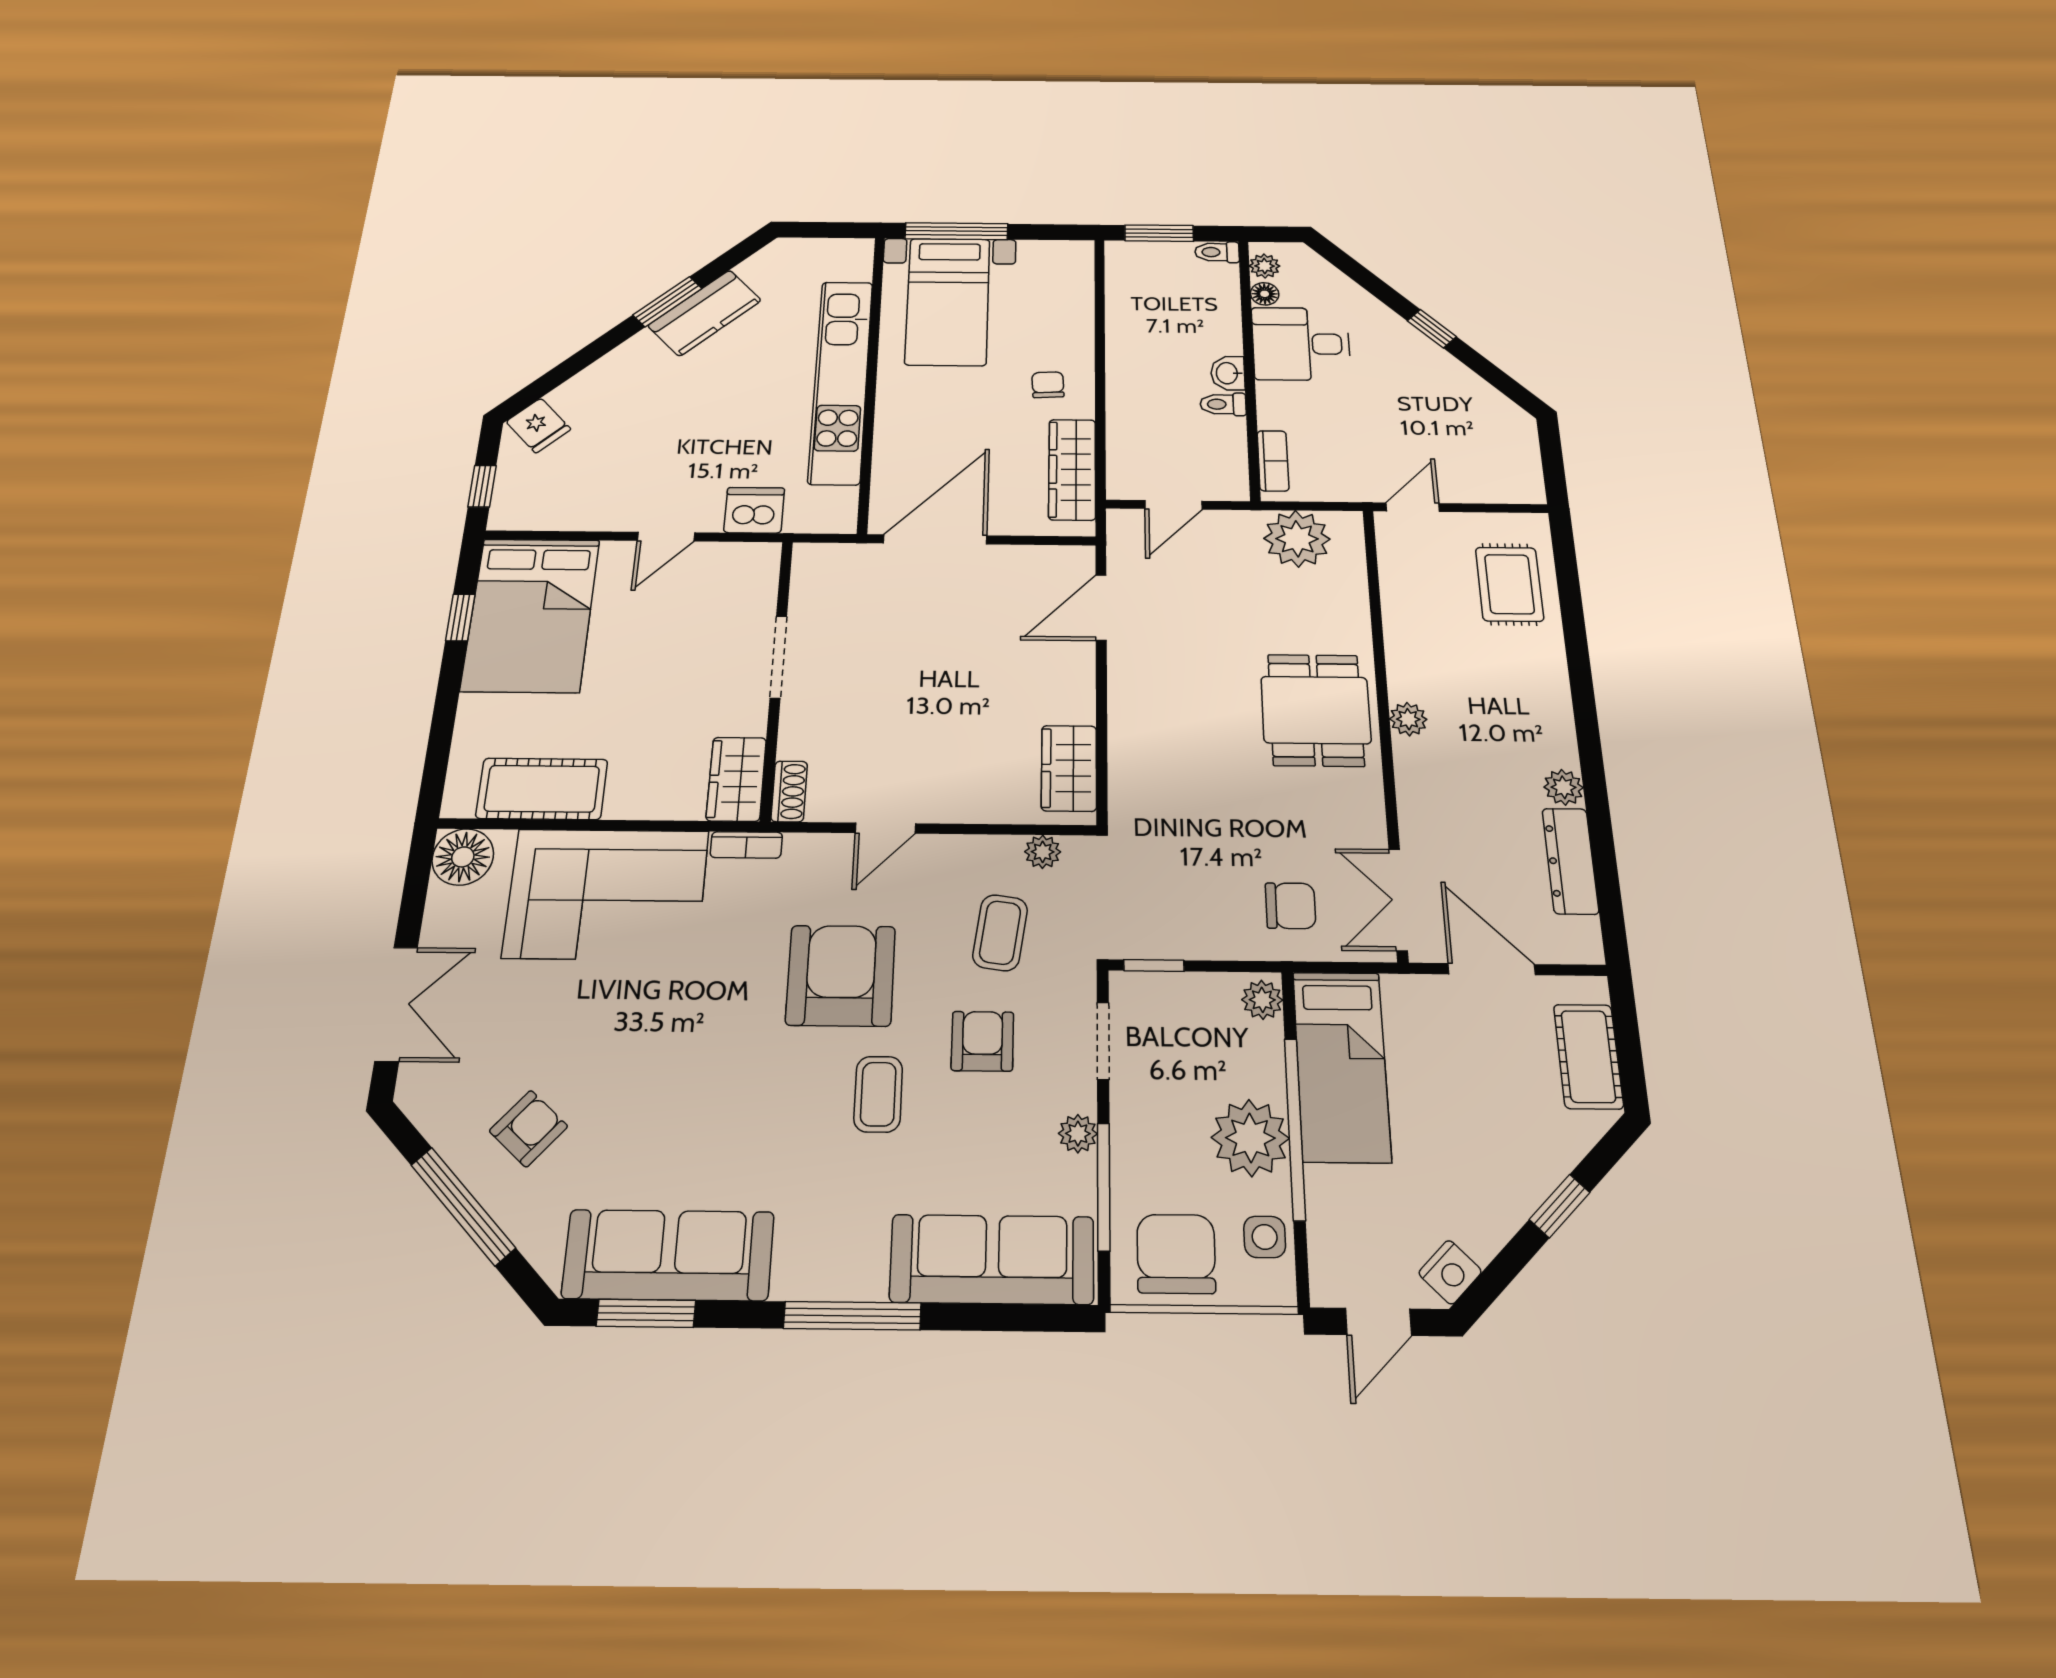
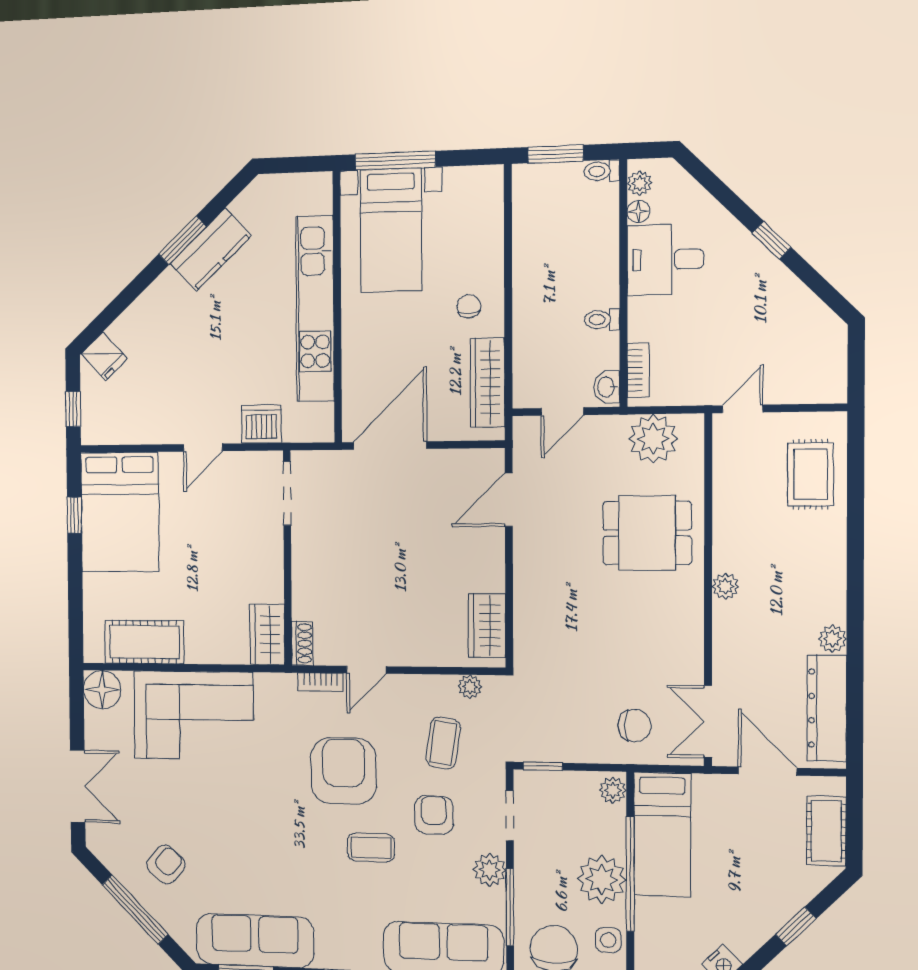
washbasin: (1228, 373) -> (607, 387), moved
doorway: (778, 657) -> (287, 493), moved
dining table: (1316, 710) -> (647, 533), moved, turned 90
bookcase: (746, 845) -> (320, 682), moved
dresser: (1570, 861) -> (827, 708), width x1.37, depth x1.24
coffee table: (878, 1094) -> (371, 847), turned 90
plant: (1078, 1134) -> (490, 870), width x1.38, depth x1.38

